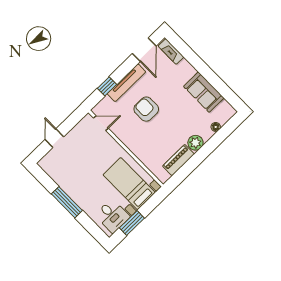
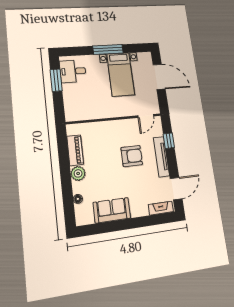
door: (144, 50) -> (176, 189), swing flipped
door: (54, 138) -> (159, 77), width x1.87
bed with nightstands: (129, 184) -> (121, 74), moved, turned 90

